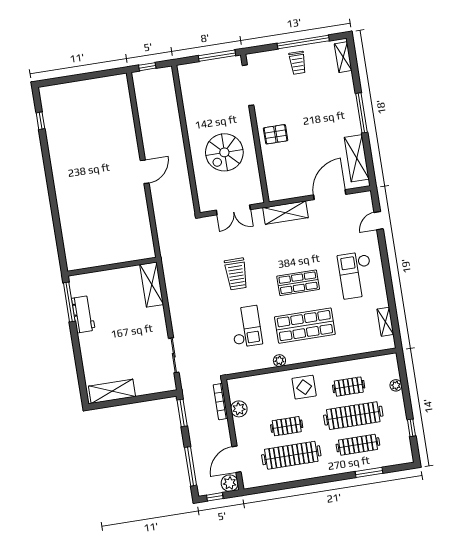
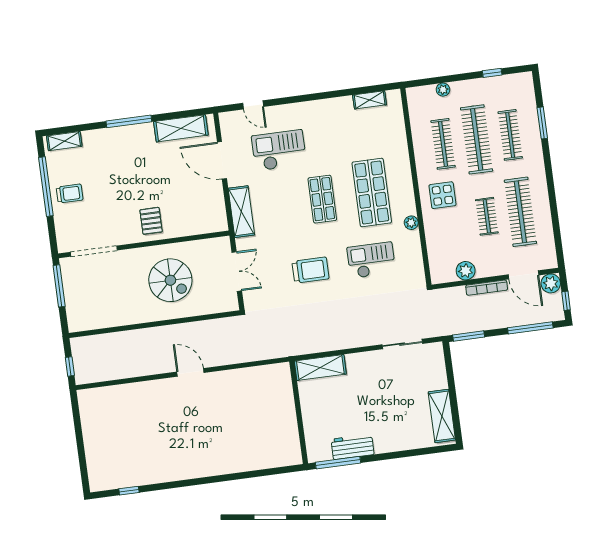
checkout: (356, 275) -> (279, 150), moved, turned 180
clothes rail: (349, 387) -> (443, 144), width x1.36
bookcase: (221, 402) -> (487, 288), moved

